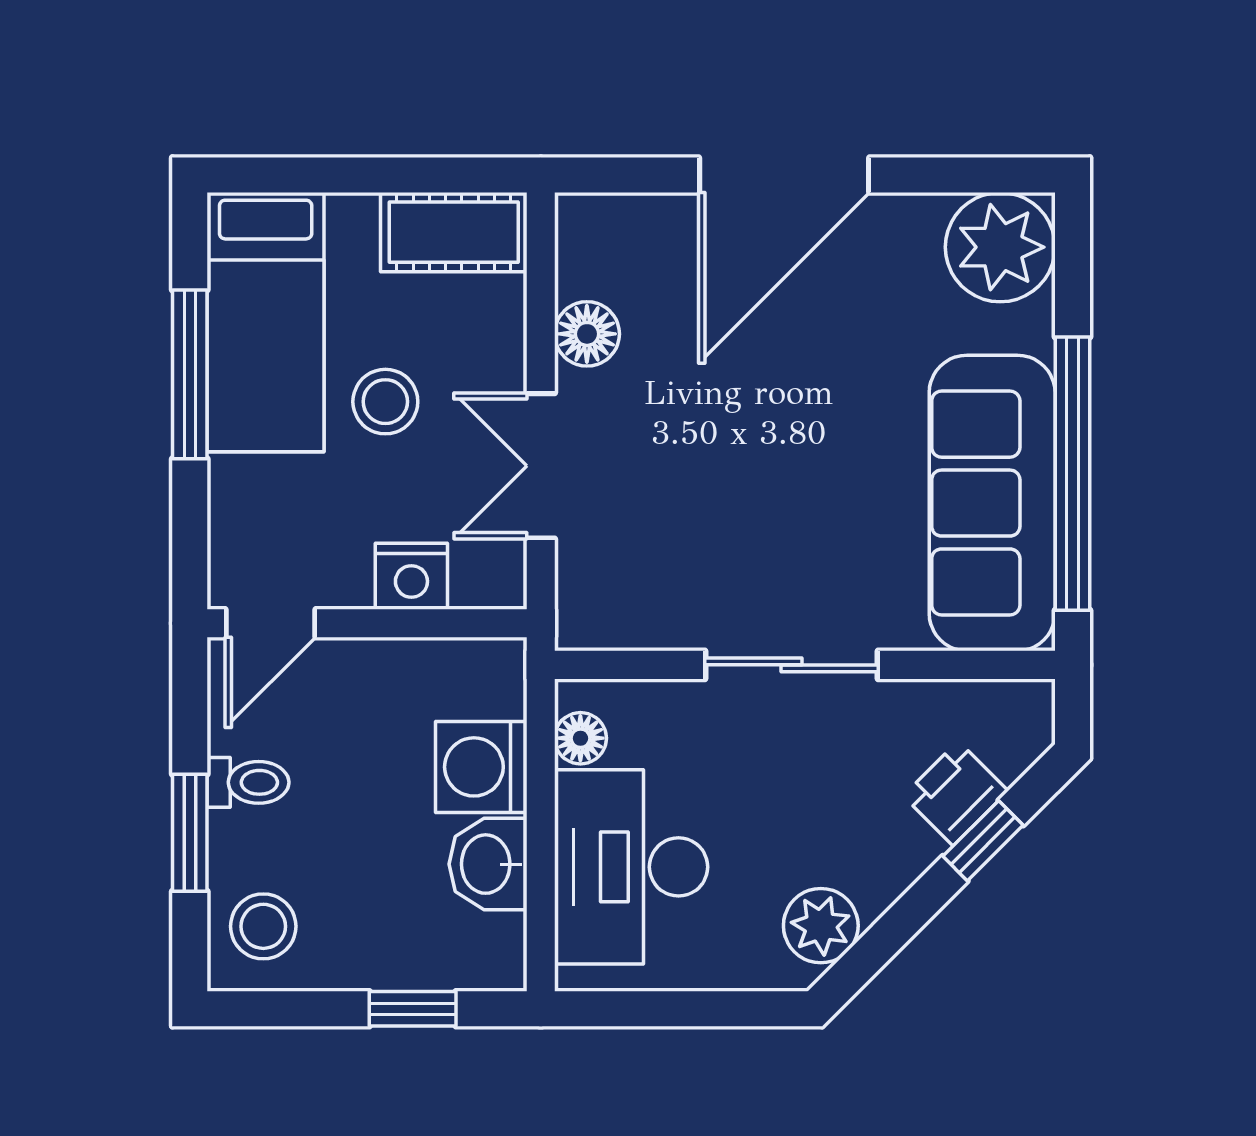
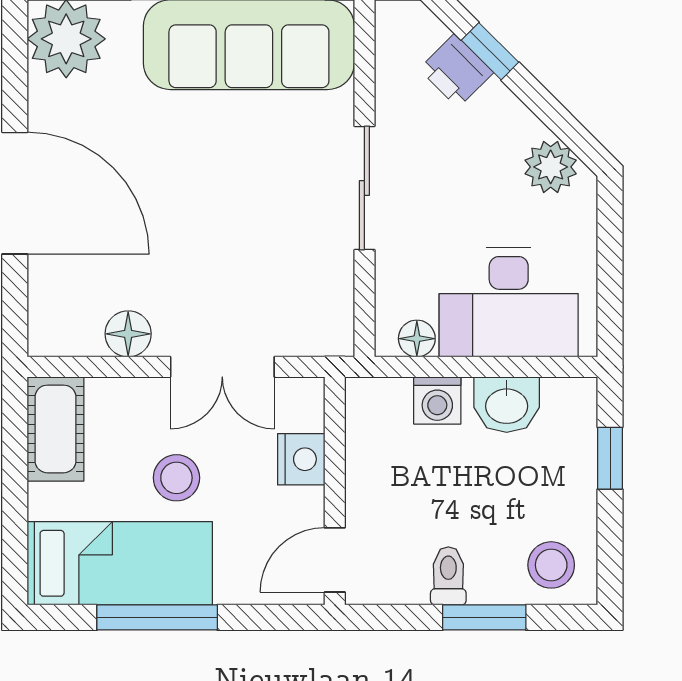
door: (270, 623) -> (335, 560), swing flipped
washing machine: (481, 767) -> (437, 400), width x0.73, depth x0.73

